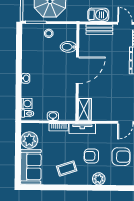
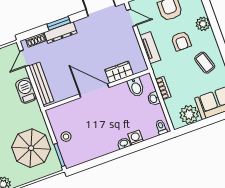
bench: (99, 29) -> (41, 83), width x1.36
bidet: (68, 47) -> (136, 87), moved
washing machine: (27, 104) -> (136, 138), moved
wardrobe: (85, 109) -> (119, 72), moved
tv unit: (82, 129) -> (150, 48), moved

